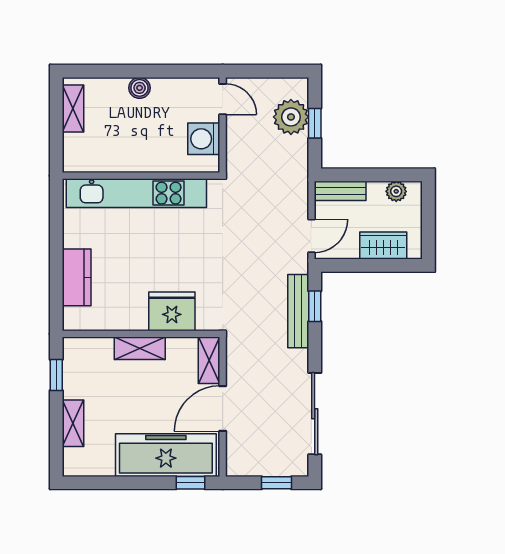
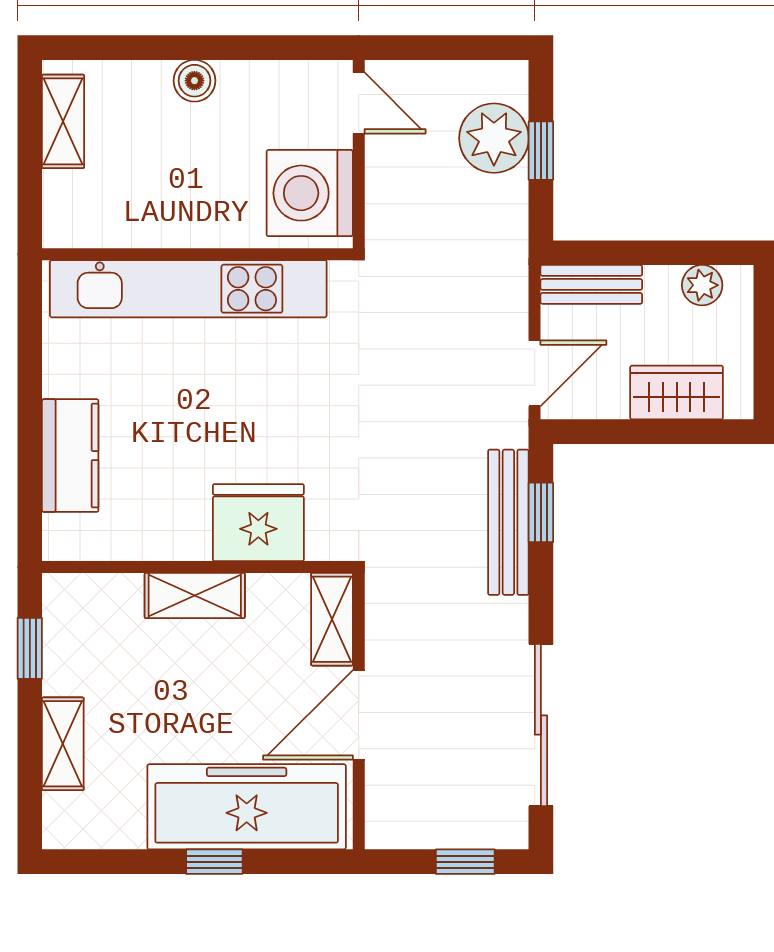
washing machine: (204, 139) -> (310, 193), width x1.37, depth x1.37
window: (191, 483) -> (214, 862), moved

